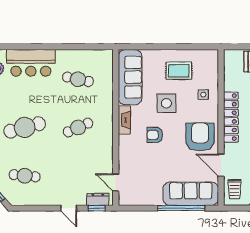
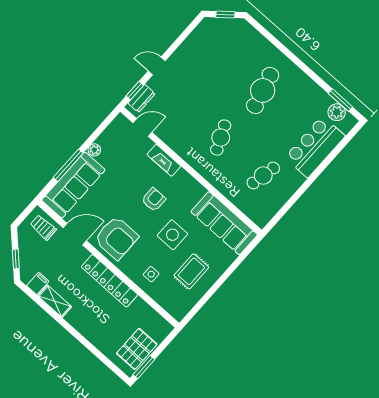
fireplace: (124, 120) -> (164, 160), moved
cafe table: (25, 176) -> (220, 52), removed
plant: (157, 200) -> (94, 150), added
window: (181, 208) -> (68, 165), width x0.68

